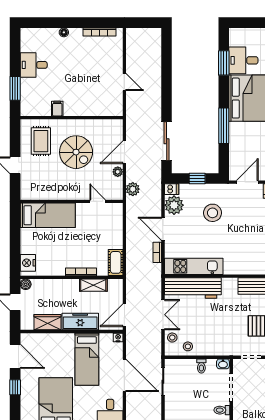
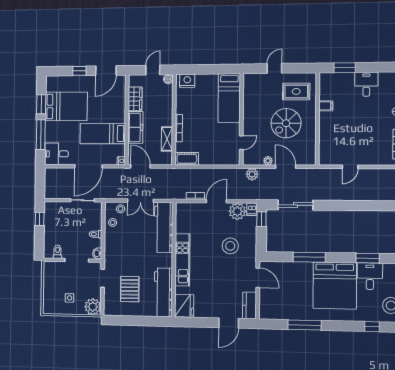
window: (197, 178) -> (261, 219), moved
kitchen unit: (194, 266) -> (182, 260), moved

